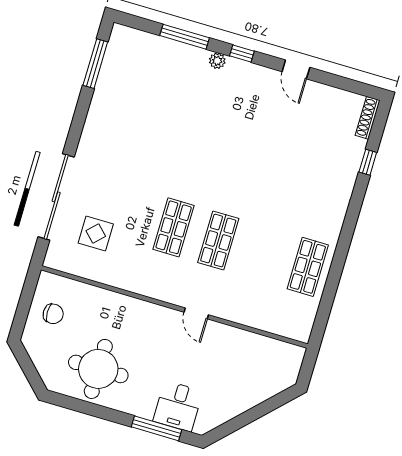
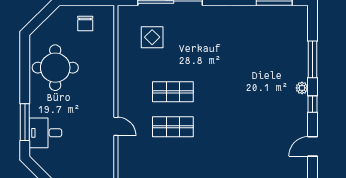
door: (196, 313) -> (116, 126), swing flipped

